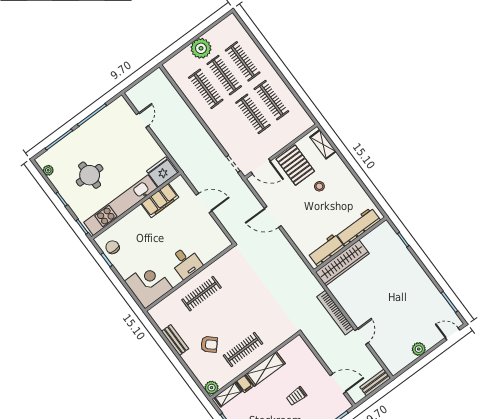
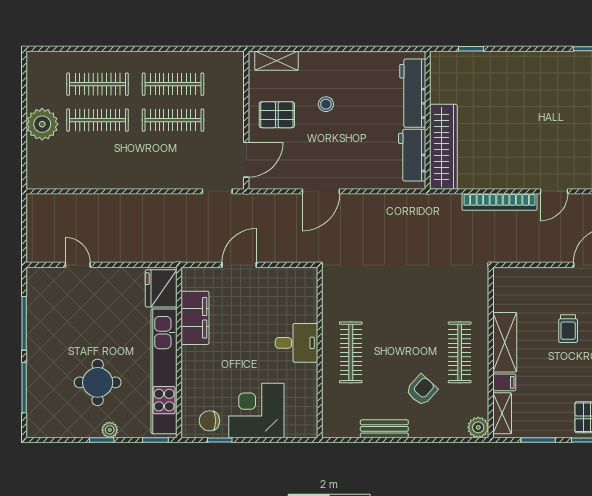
clothes rail: (206, 89) -> (98, 156), removed
pallet: (295, 165) -> (277, 115), width x0.67, depth x0.71
plant: (48, 170) -> (110, 430), moved
corner desk: (149, 285) -> (256, 411), moved
door: (362, 337) -> (554, 191), swing flipped

